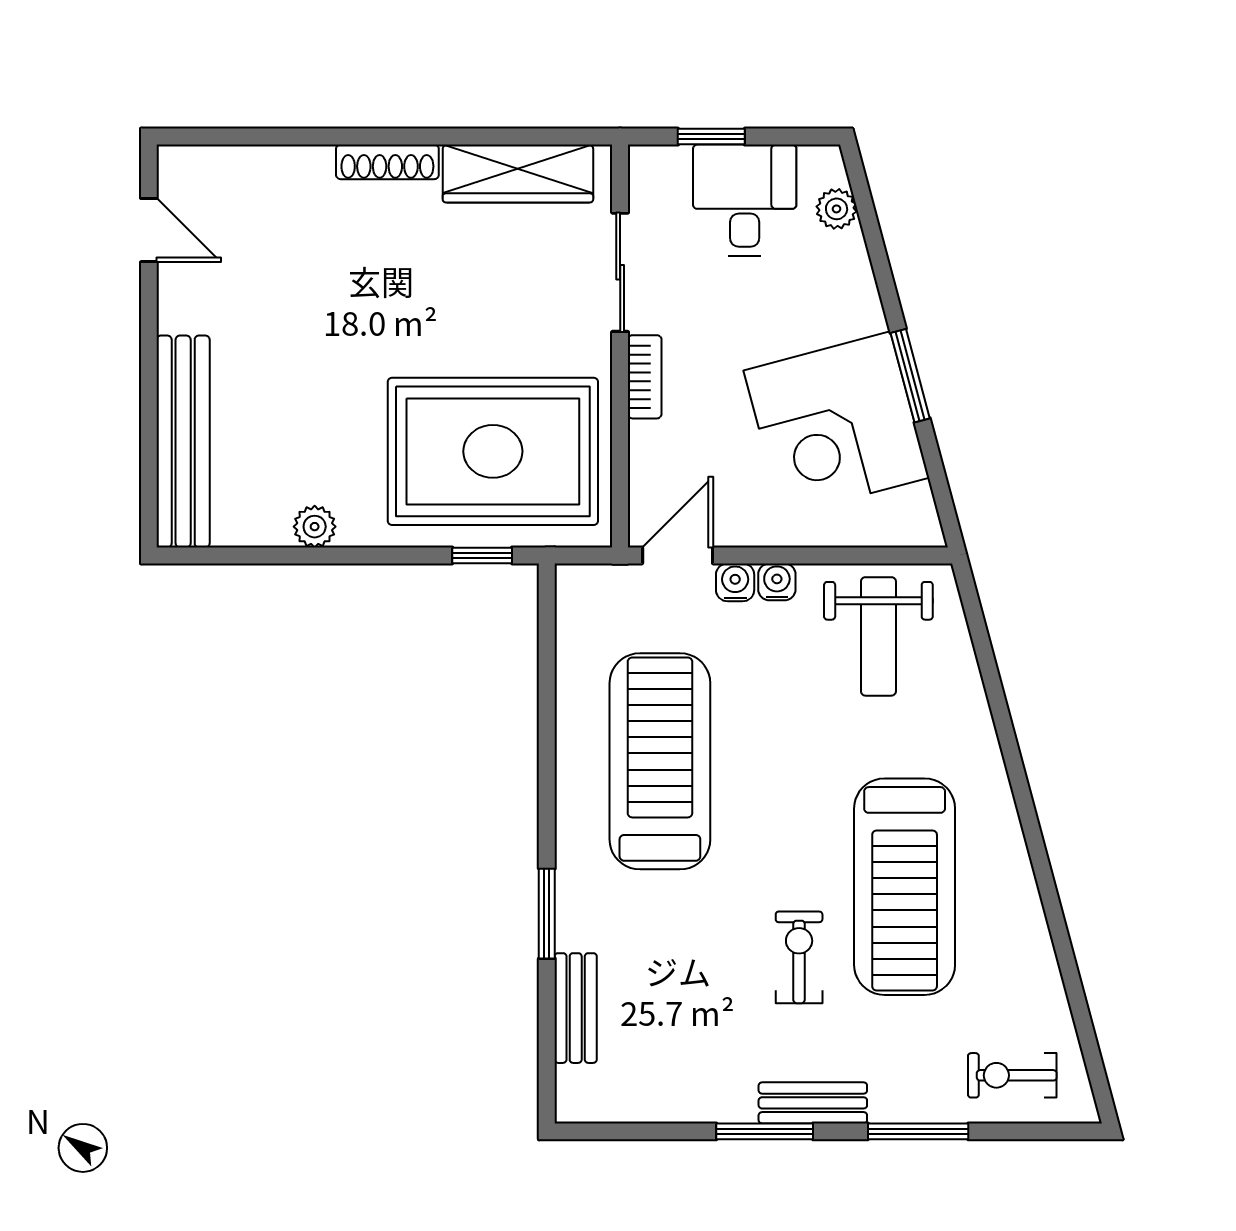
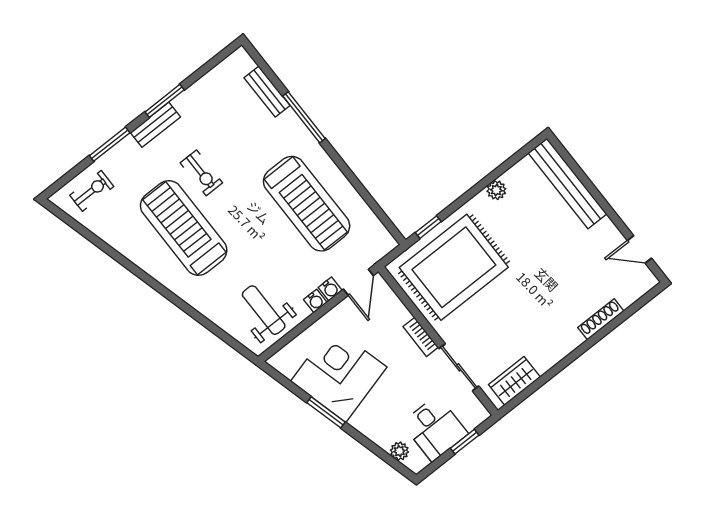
shoe rack: (387, 162) -> (601, 319), moved
wardrobe: (518, 173) -> (514, 381), width x0.67
window: (547, 914) -> (304, 117), width x1.44

